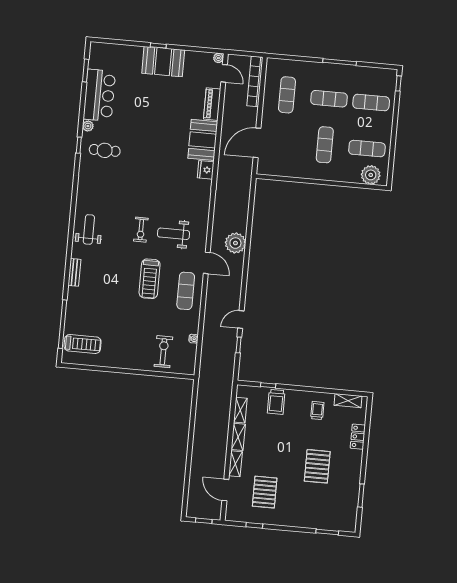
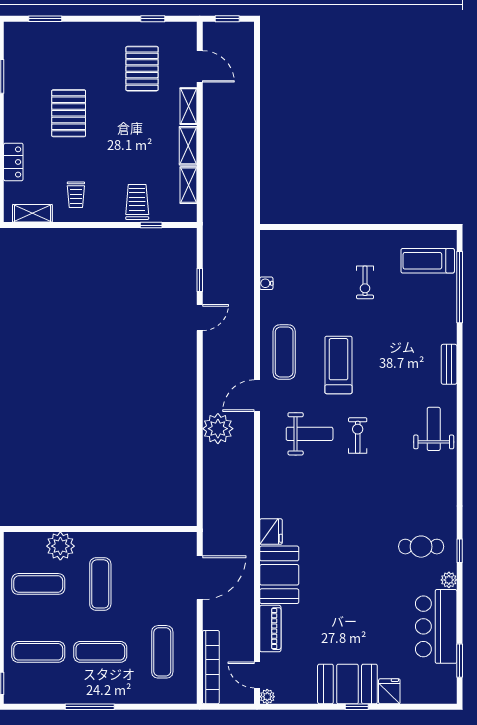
fridge: (135, 54) -> (389, 691), added
plant: (371, 175) -> (60, 546), moved
weight bench: (89, 229) -> (434, 429), turned 180
door: (207, 263) -> (257, 396), hinge flipped
exercise bike: (163, 352) -> (365, 282), moved, width x0.73, depth x0.72

